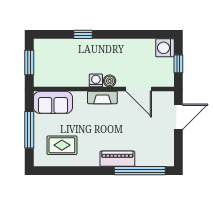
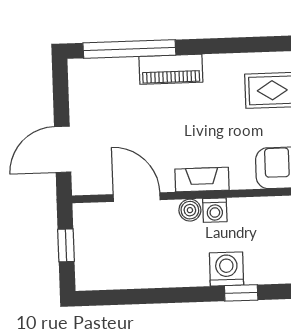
washing machine: (165, 48) -> (226, 269), moved, turned -90

